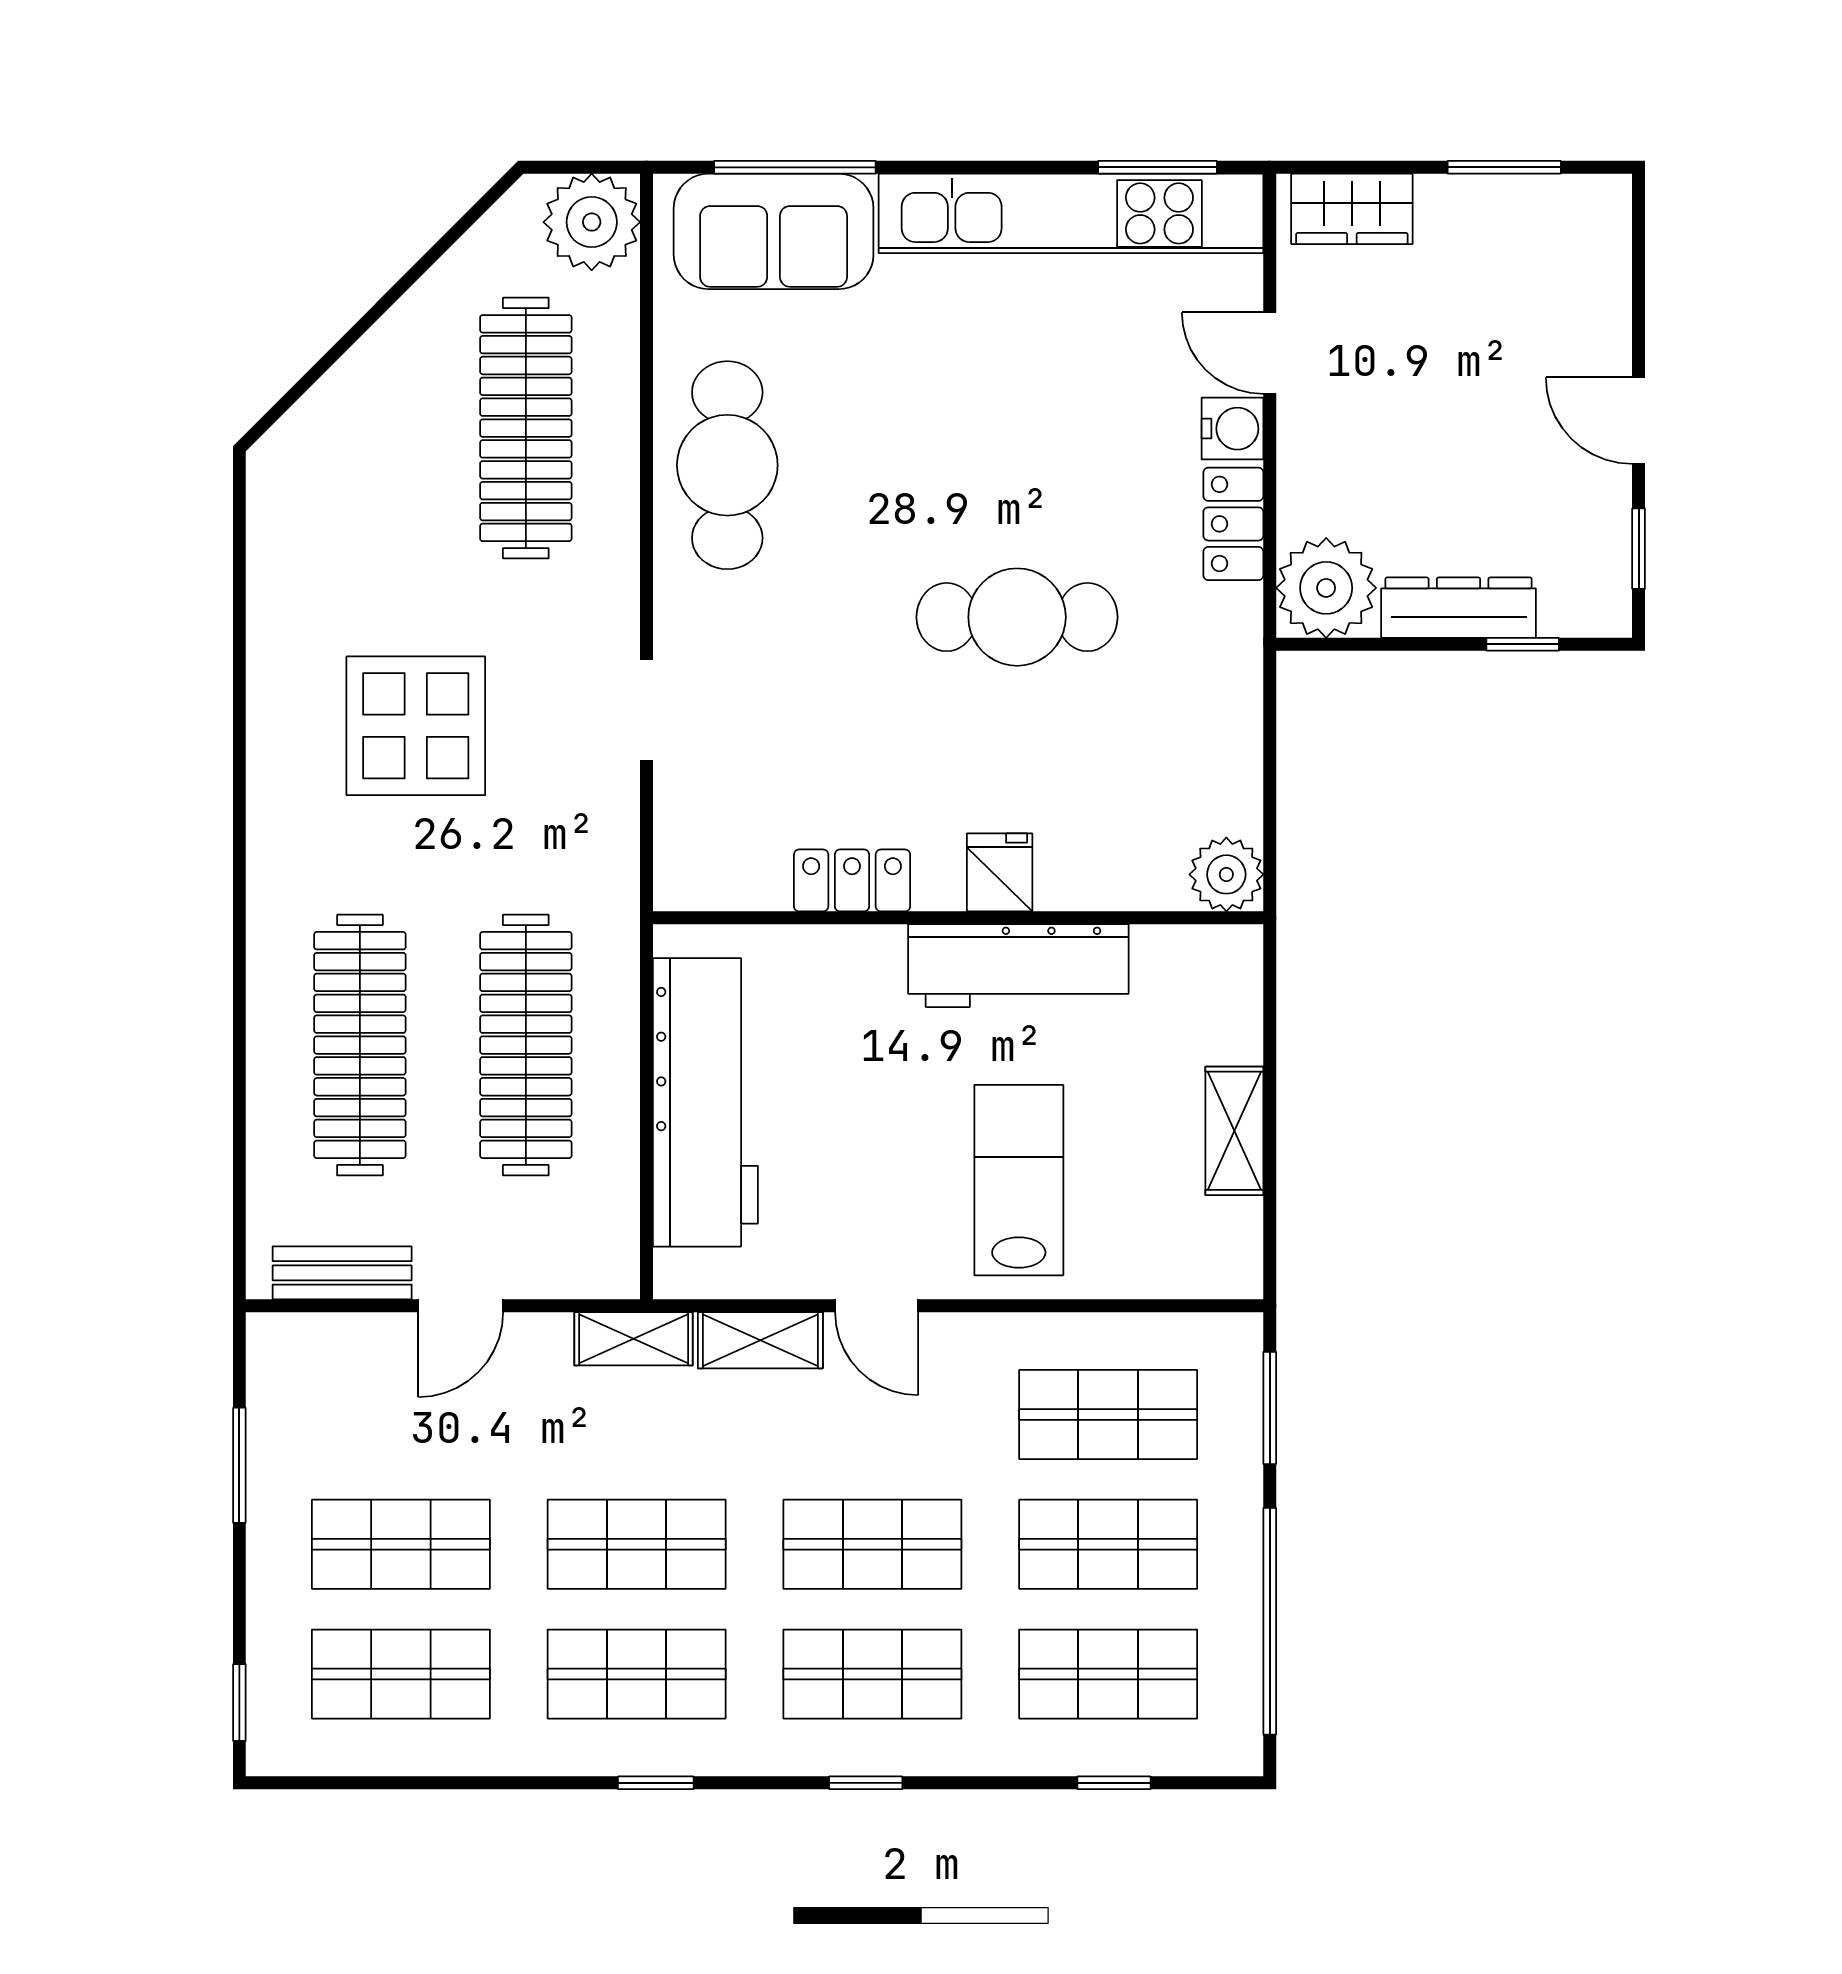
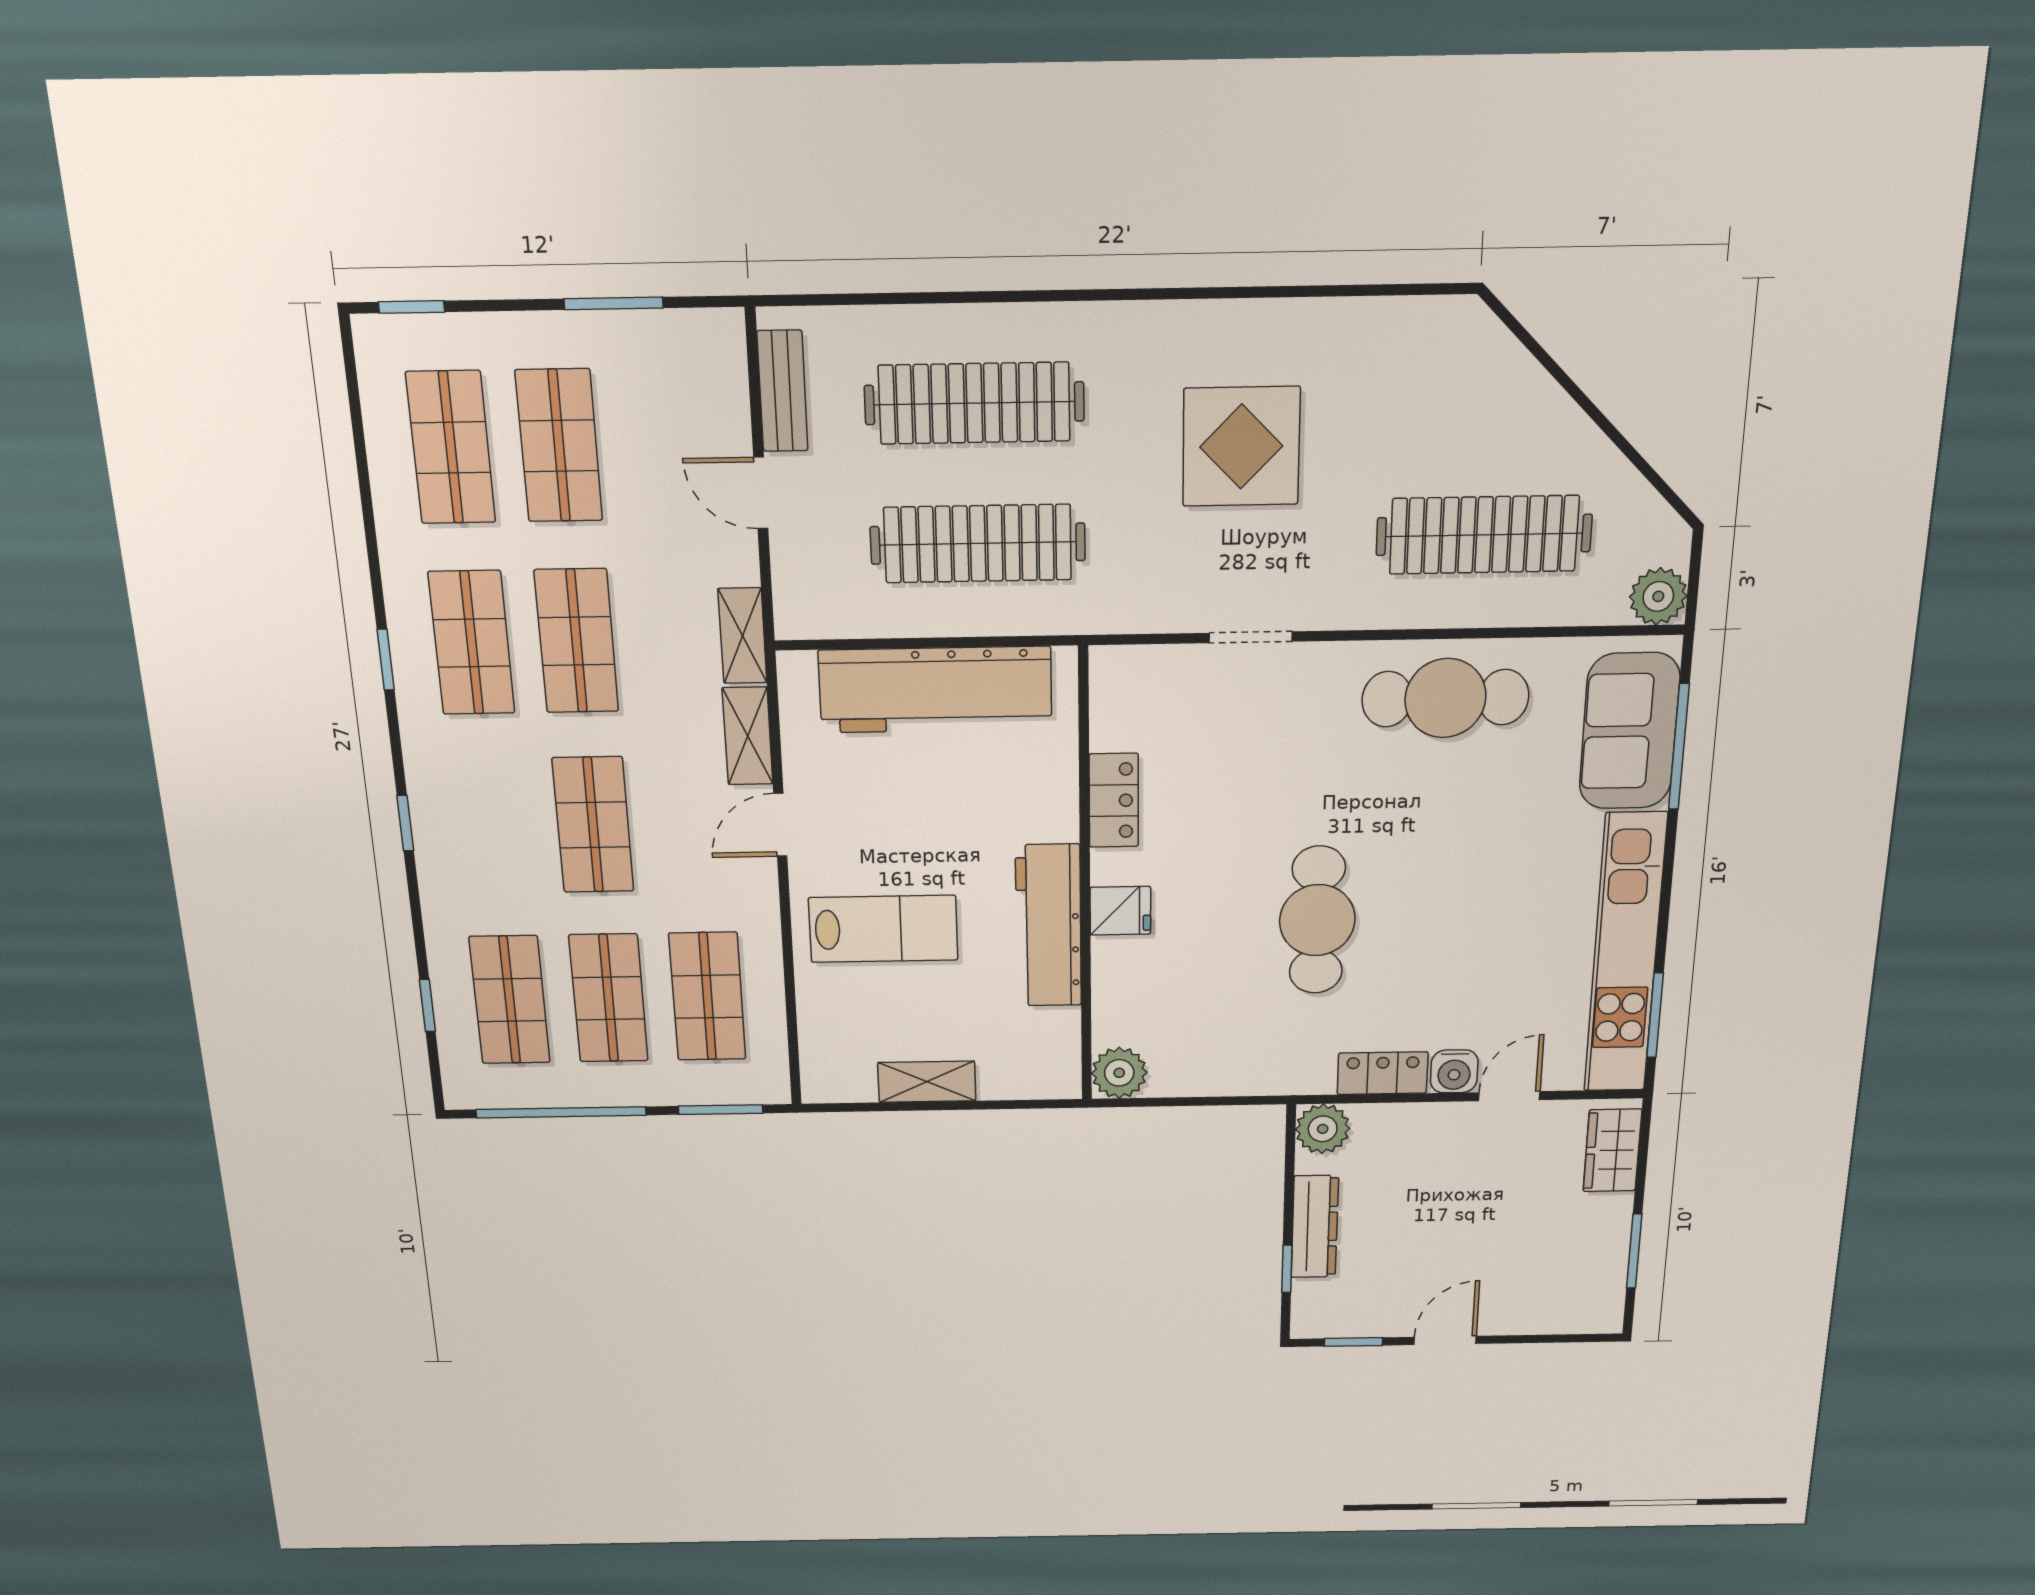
plant: (592, 222) -> (1658, 596), width x0.73, depth x0.73
plant: (1326, 588) -> (1323, 1129), width x0.73, depth x0.73
shop shelf: (872, 1674) -> (491, 827), removed

